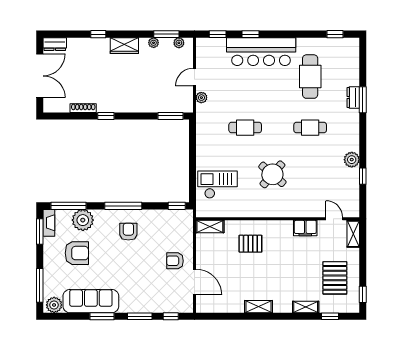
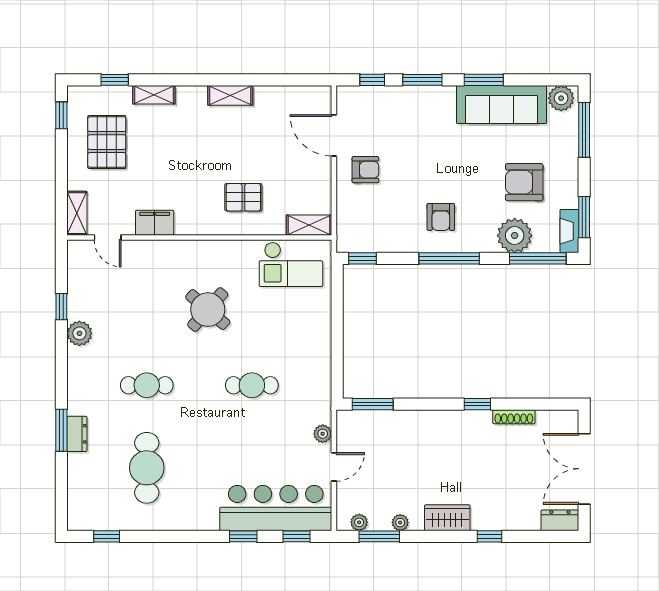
bar counter: (261, 52) -> (276, 508), moved
checkout: (218, 185) -> (291, 264), moved

